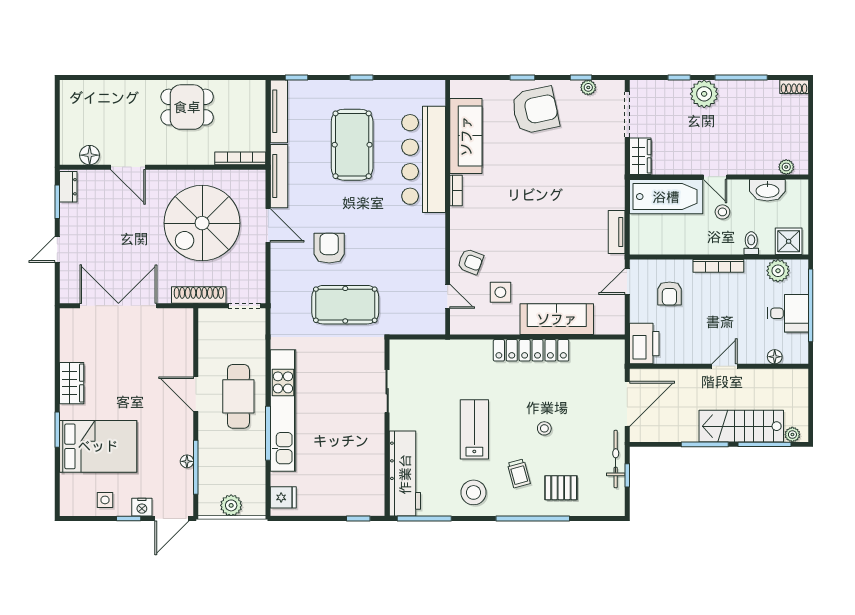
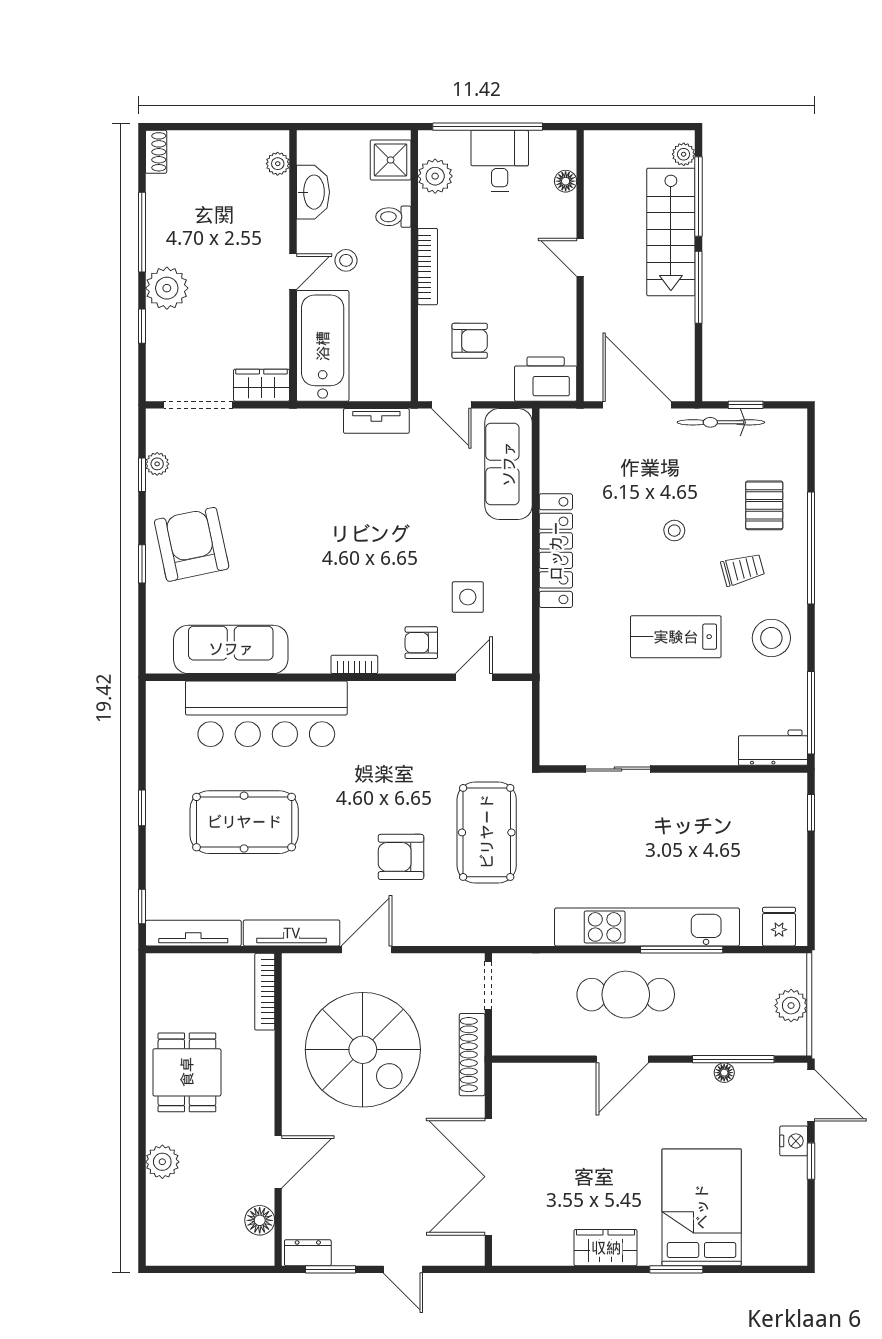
plant: (128, 91) -> (162, 1162), added
bookcase: (456, 191) -> (354, 664), moved
armchair: (470, 262) -> (421, 643), turned -111
sofa: (557, 319) -> (509, 464), moved
workbench: (405, 474) -> (773, 748), width x0.53, depth x0.76
side table: (105, 500) -> (783, 1197), removed

